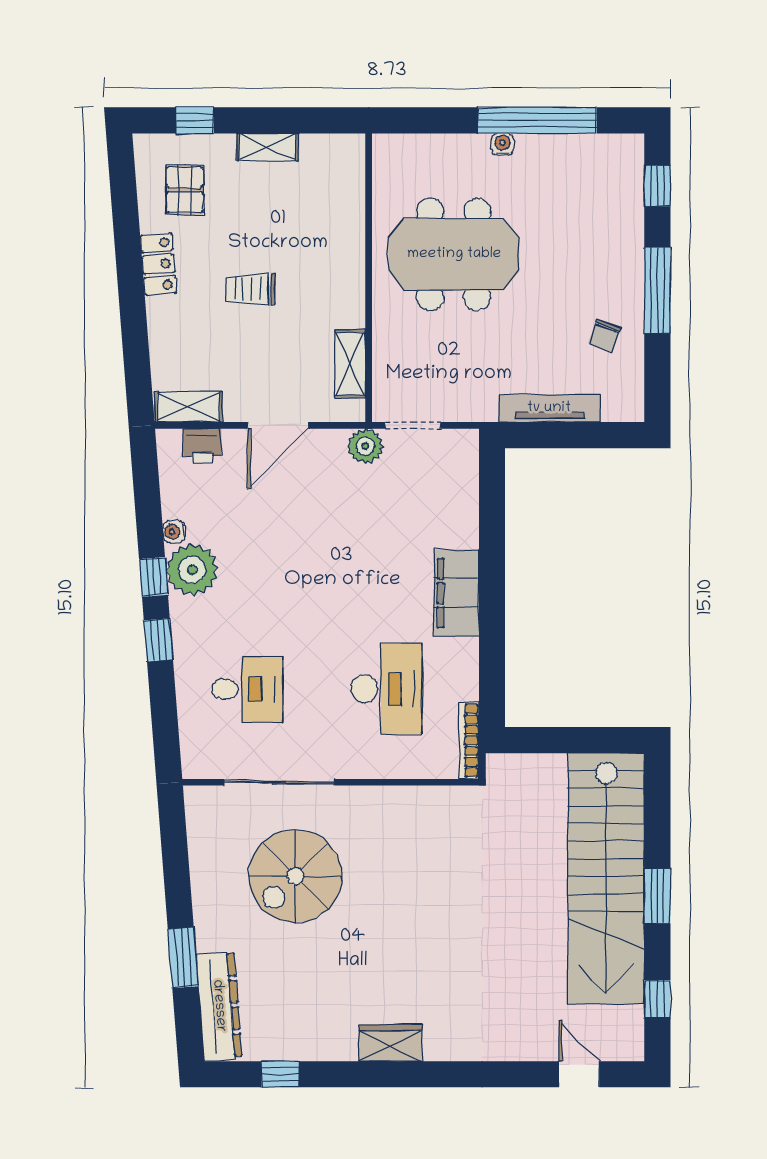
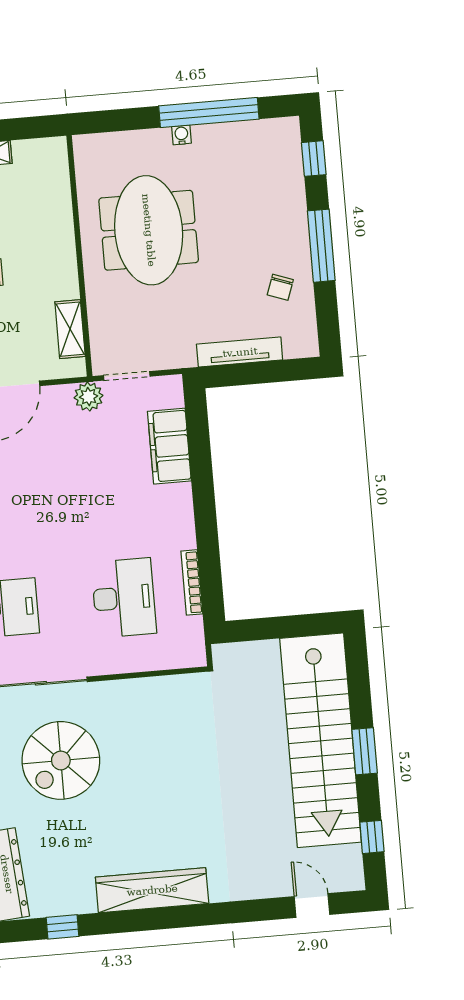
meeting table: (454, 254) -> (149, 230), turned 90
filing cabinet: (456, 593) -> (169, 446), moved
bookcase: (469, 741) -> (192, 582), moved
wardrobe: (390, 1043) -> (152, 890), width x2.10, depth x1.17

